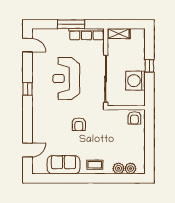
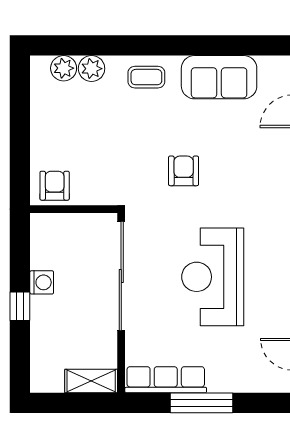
reception desk: (66, 79) -> (213, 277), turned 180
washing machine: (135, 81) -> (42, 282), width x0.53, depth x0.53

